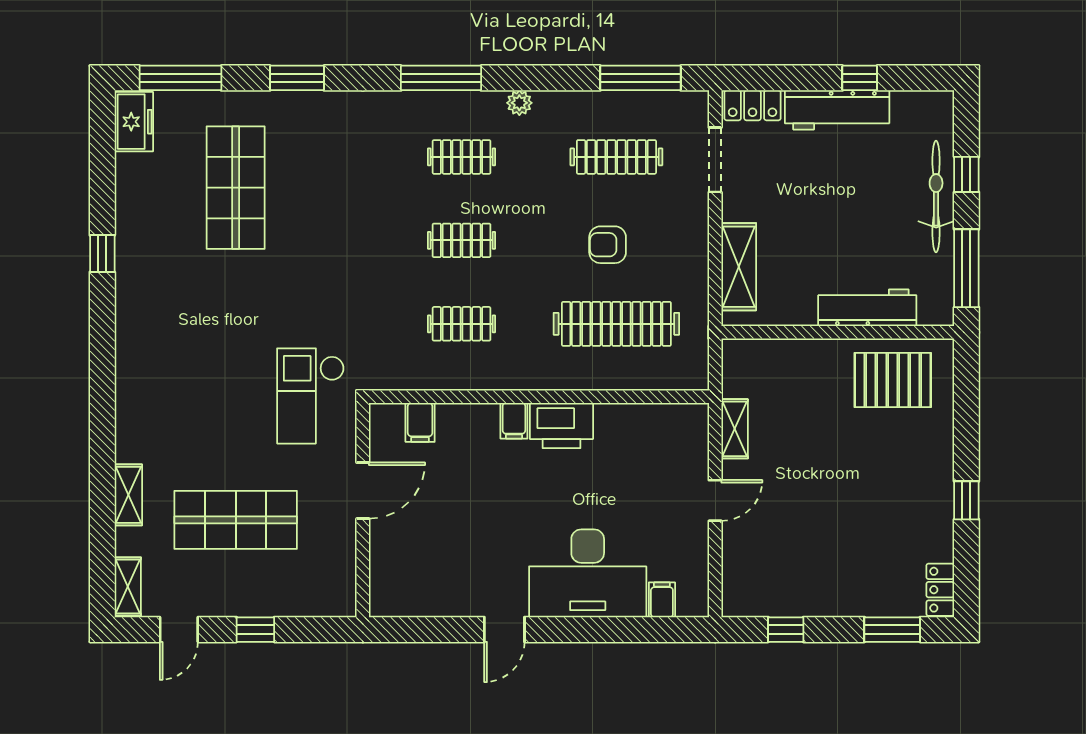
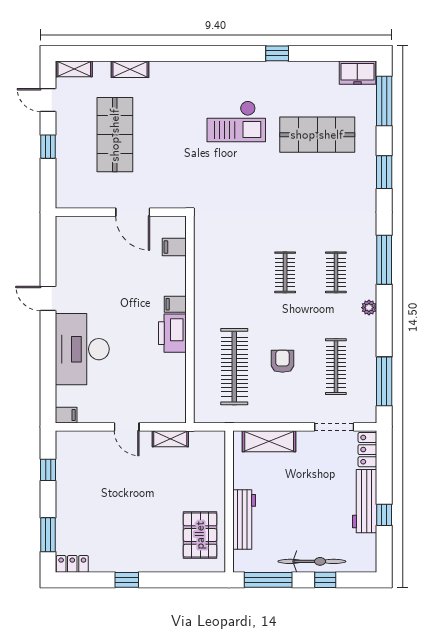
clothes rail: (462, 324) -> (234, 272), removed
checkout: (311, 396) -> (236, 121), moved, turned 180
filing cabinet: (662, 600) -> (66, 415), moved

